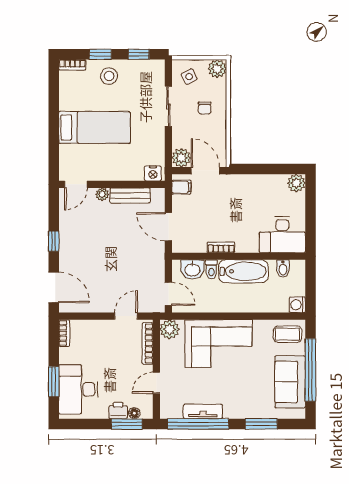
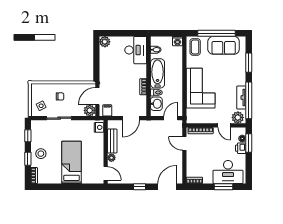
plant: (217, 69) -> (36, 89), removed
plant: (170, 329) -> (238, 117), moved

